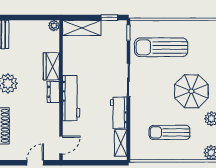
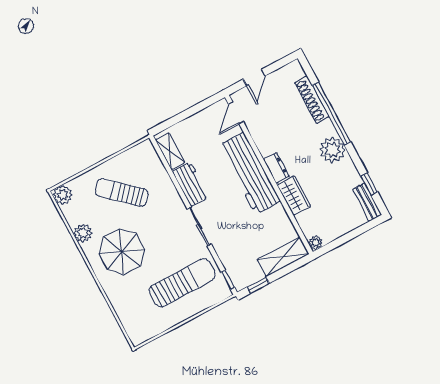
workbench: (71, 98) -> (250, 173), width x1.36, depth x1.32
sun lounger: (169, 132) -> (122, 192), turned -138

